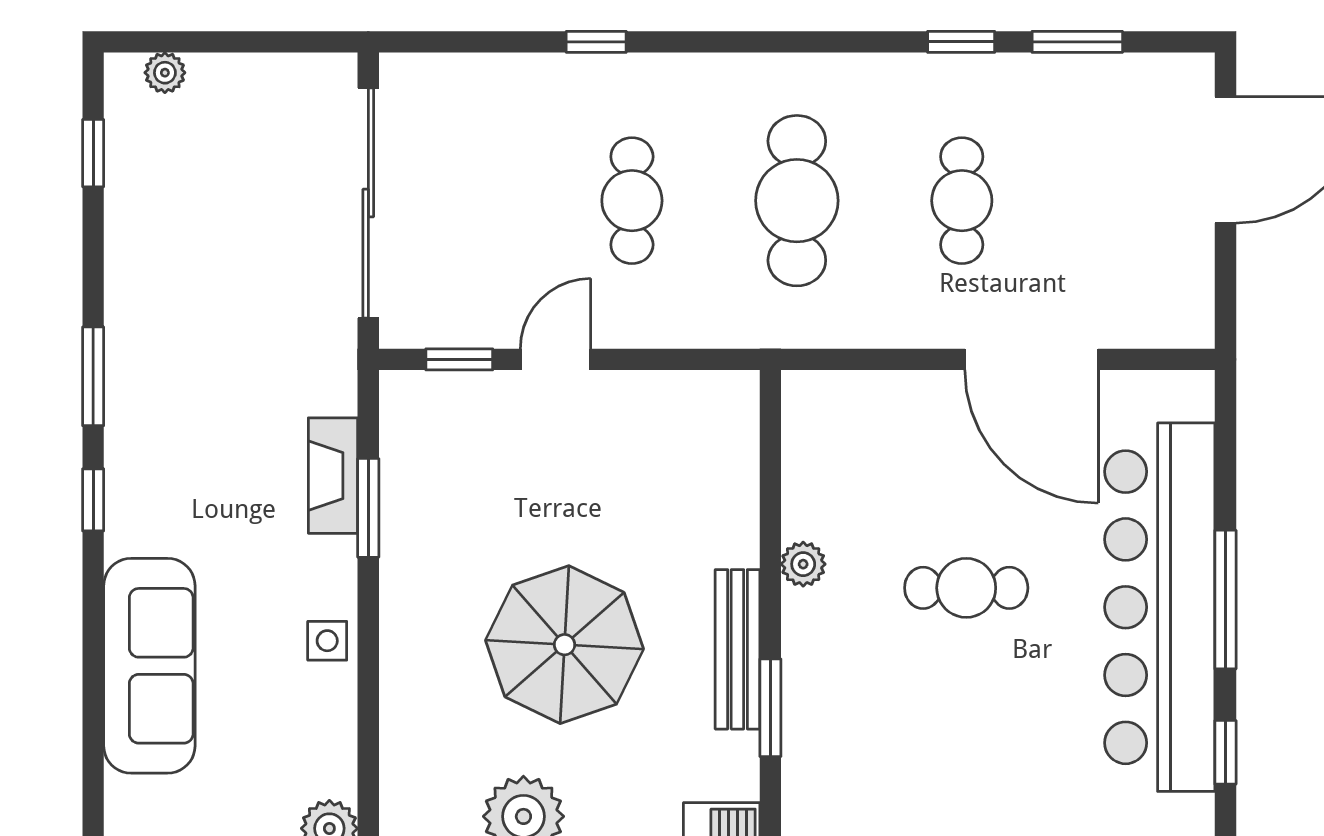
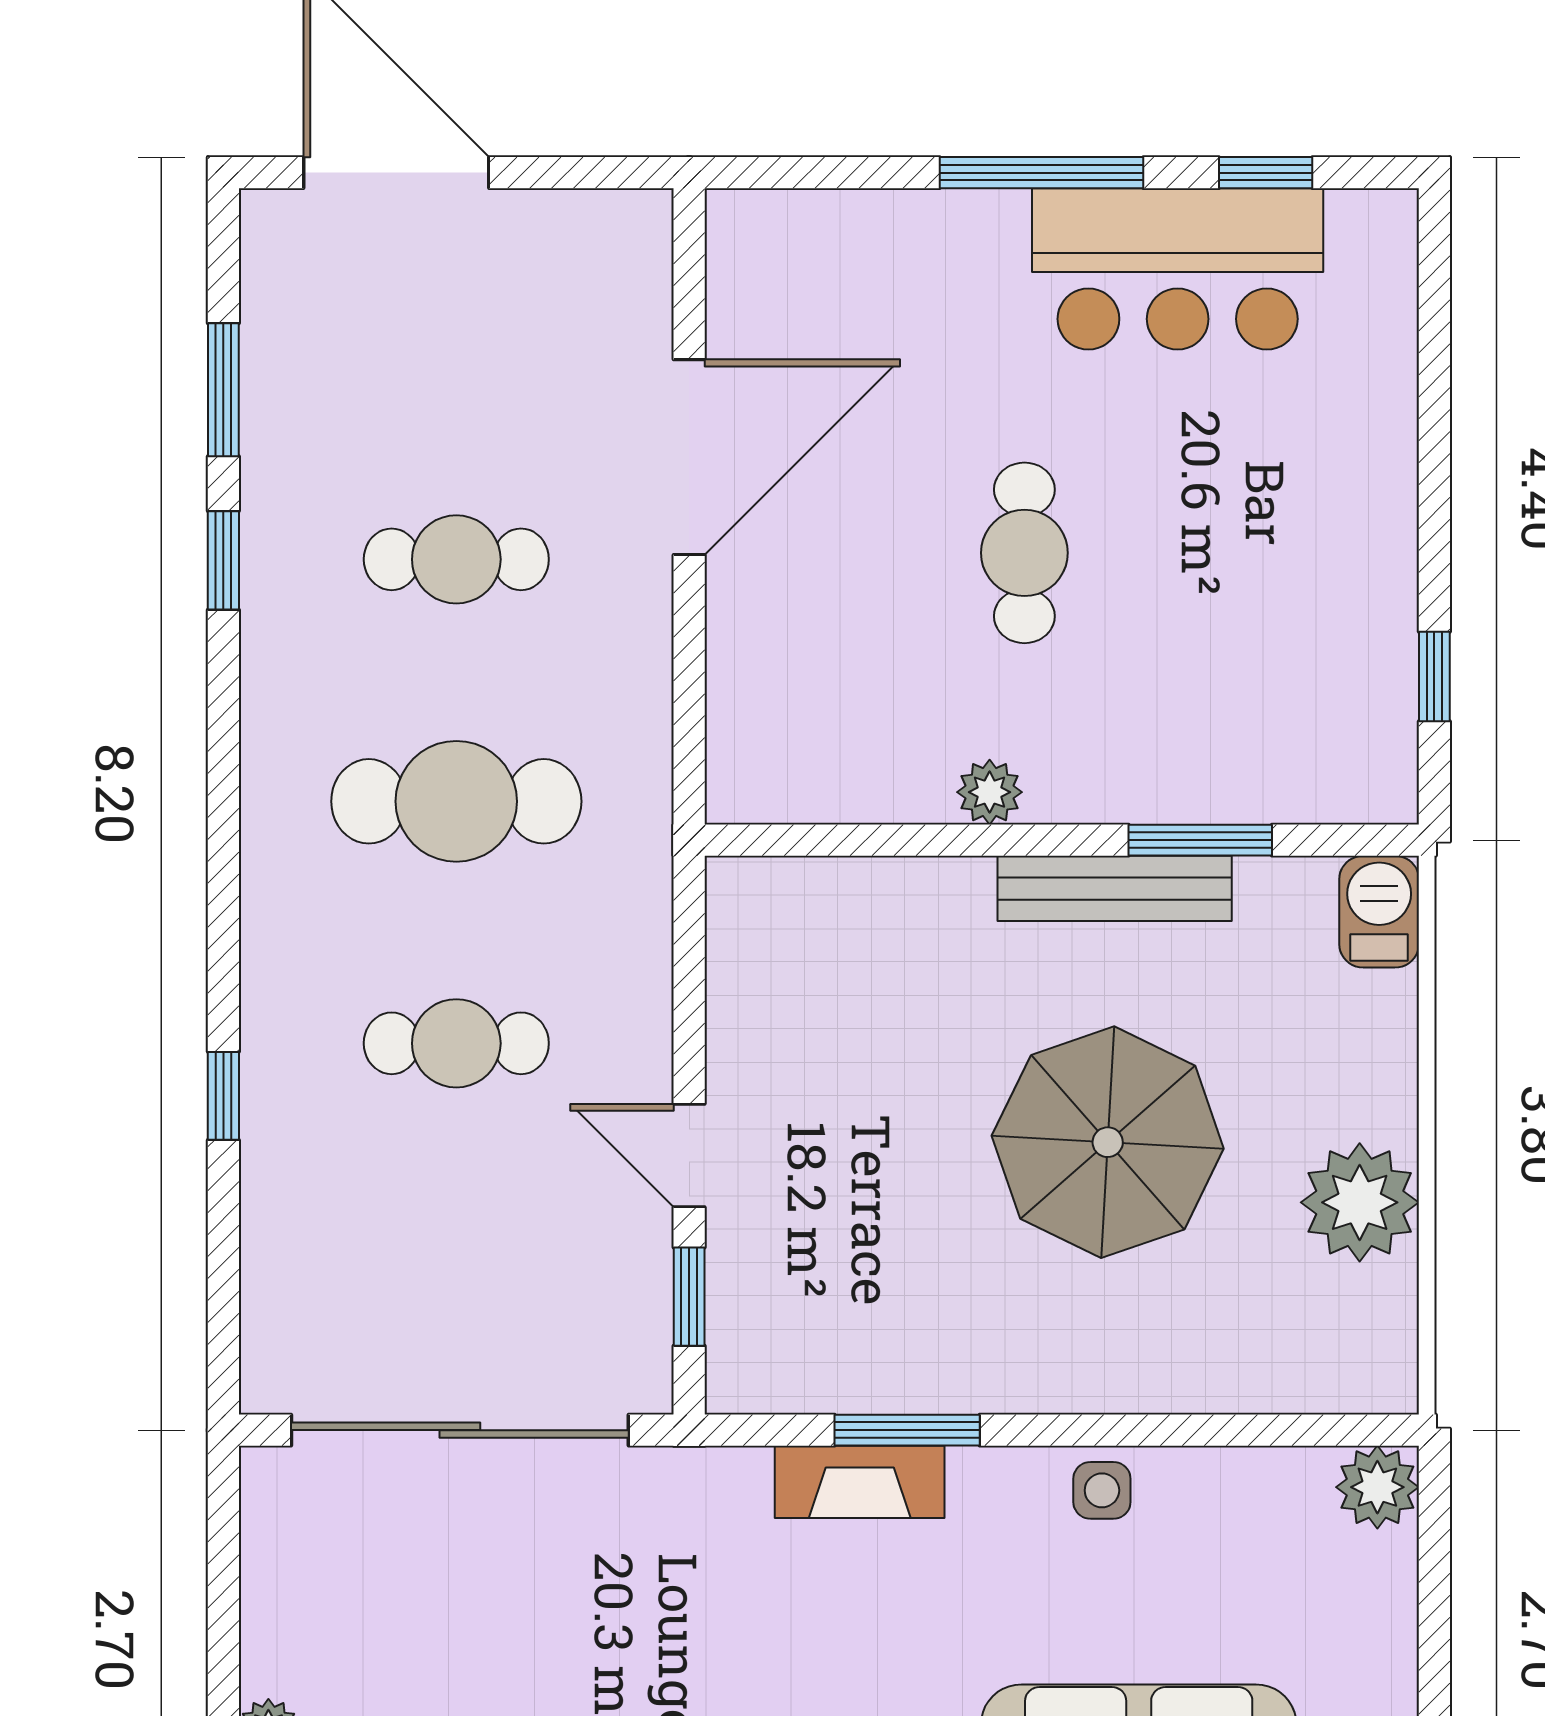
bar counter: (1160, 607) -> (1178, 269), width x0.54

